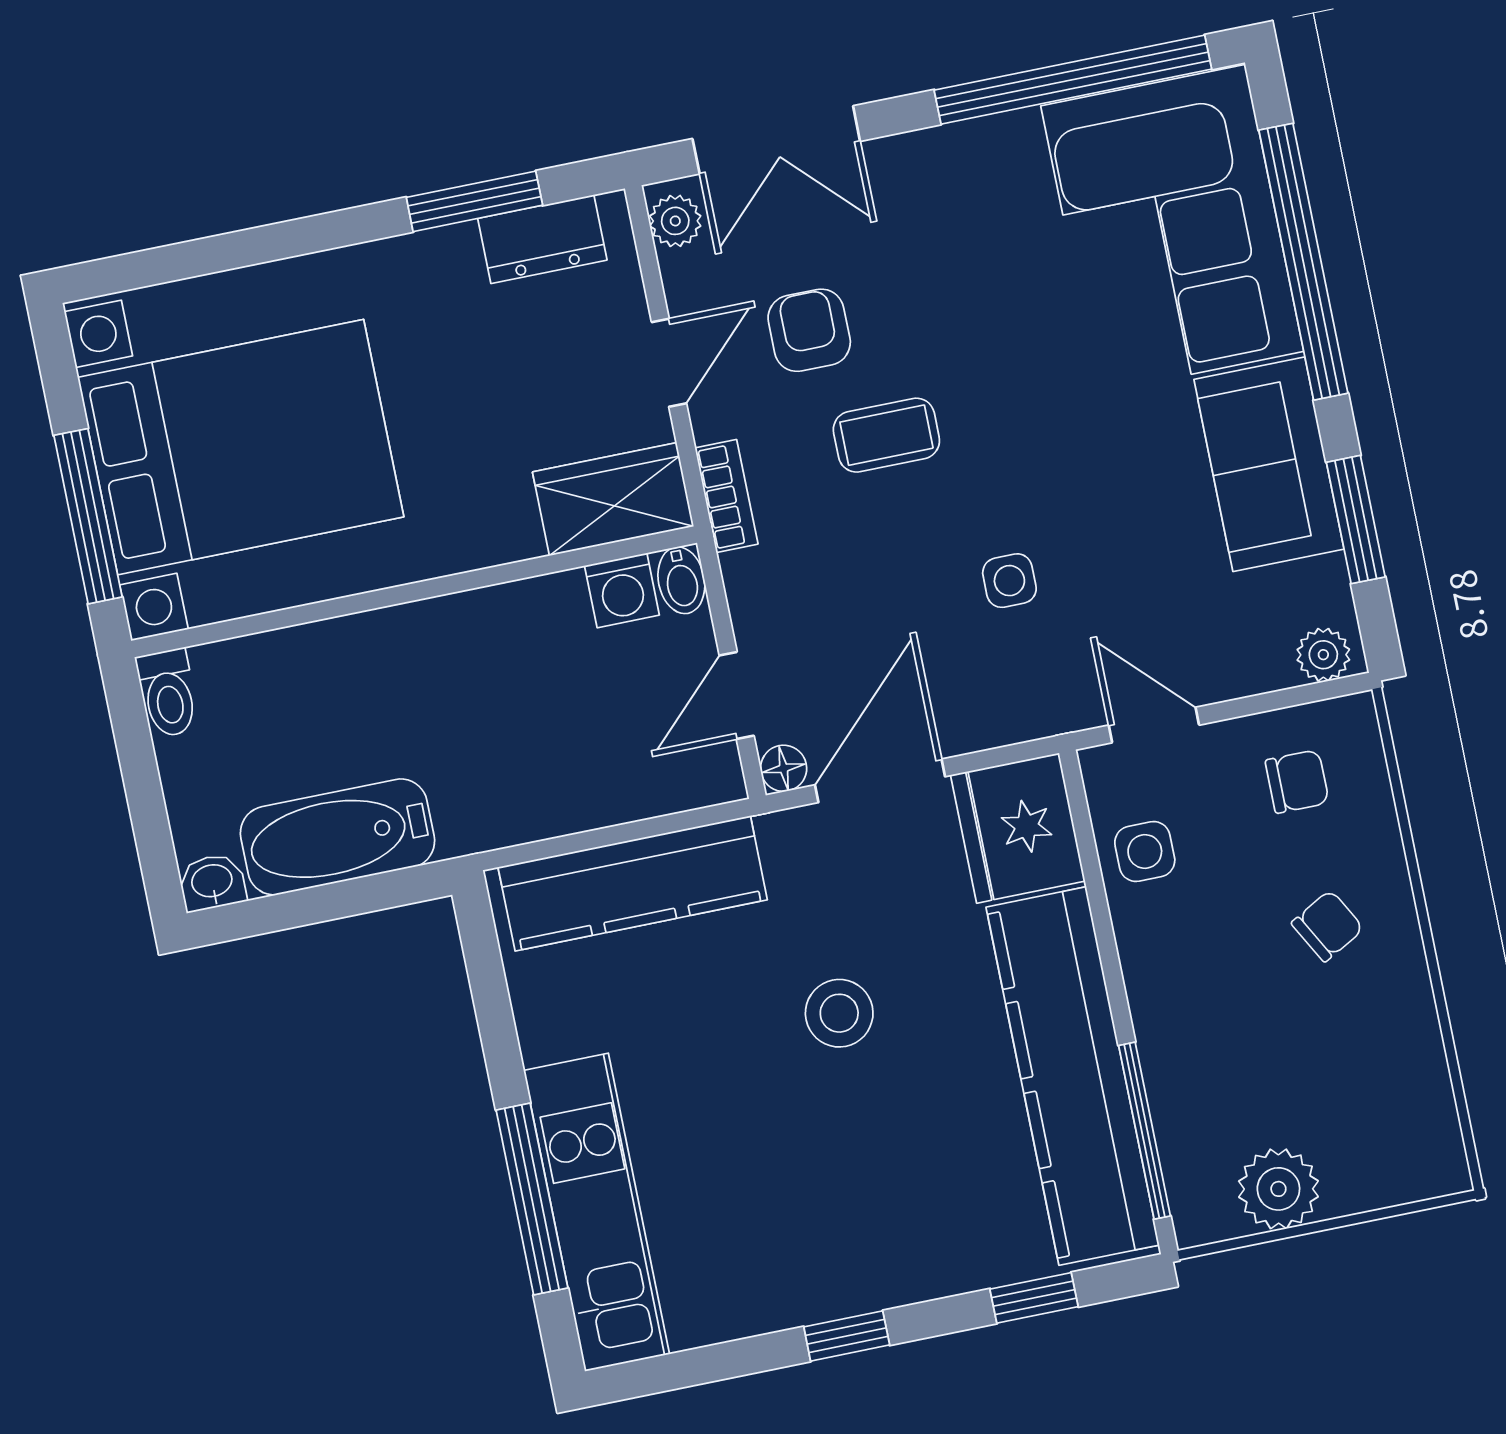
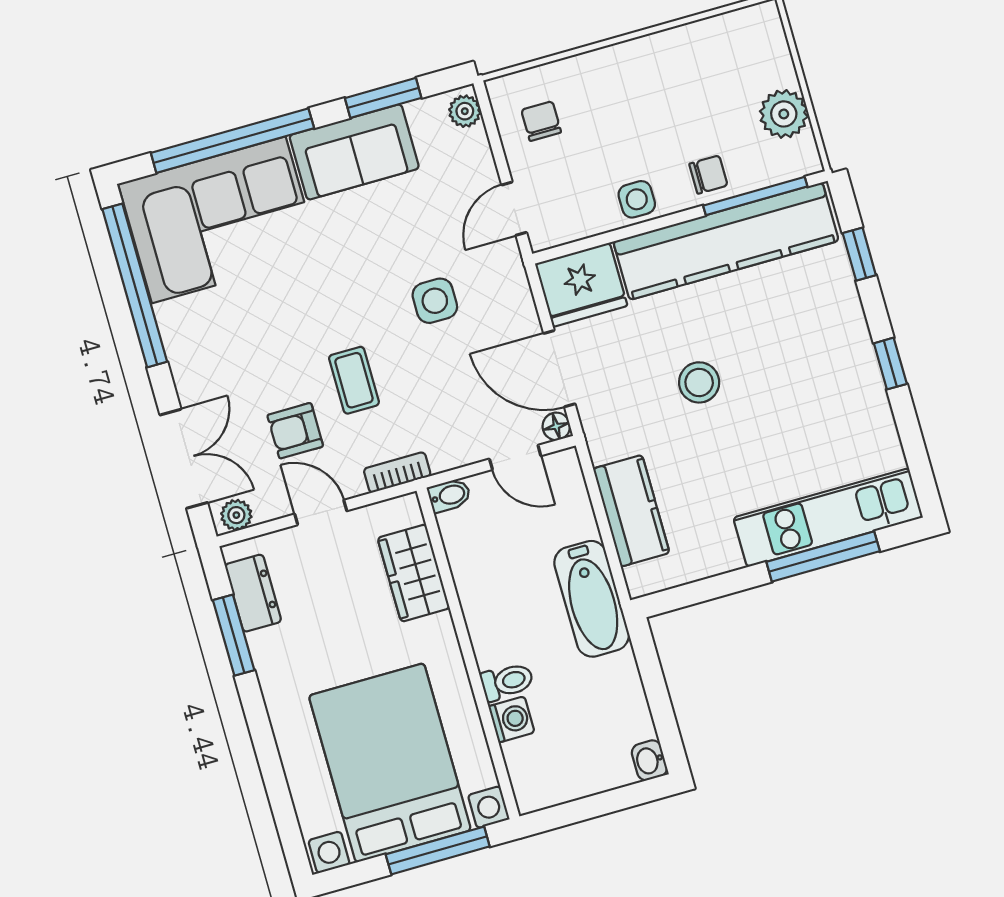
wardrobe: (613, 499) -> (414, 573), moved
side table: (1009, 581) -> (435, 301), width x1.37, depth x1.37
washing machine: (622, 590) -> (511, 719), moved
toilet: (168, 693) -> (507, 682), moved
bathtub: (338, 837) -> (592, 599), moved
side table: (1145, 851) -> (637, 199), moved
kitchen counter: (633, 883) -> (631, 511), width x0.67
chair: (1328, 926) -> (708, 175), moved, turned 119

